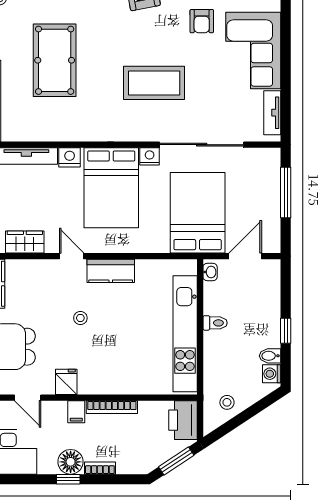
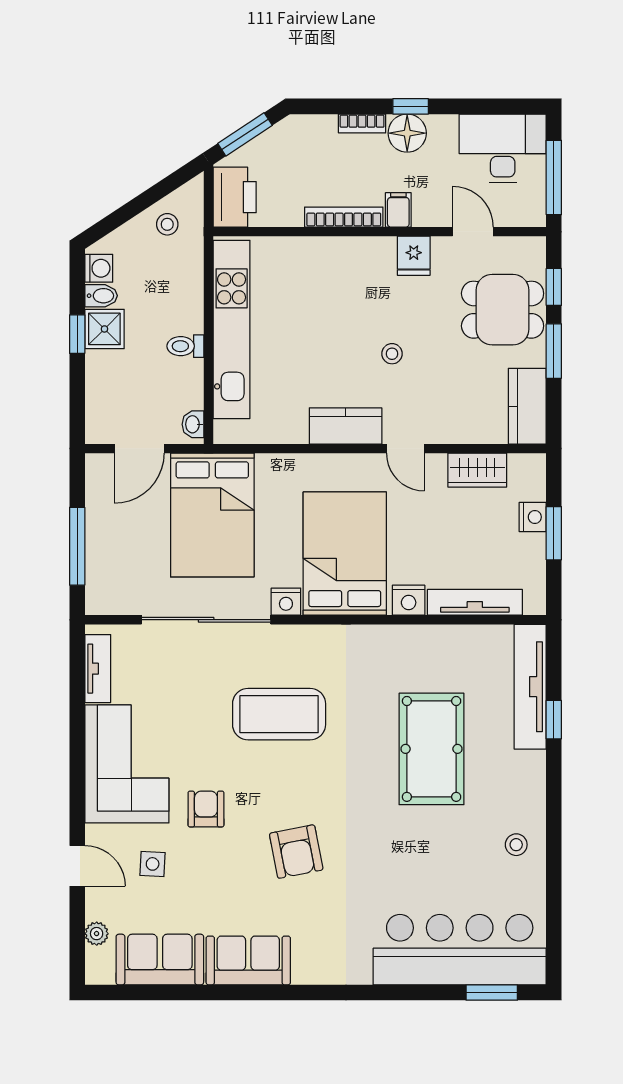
shower: (268, 334) -> (104, 329), added

